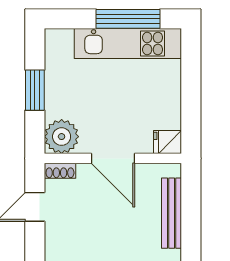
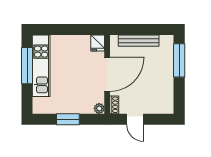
plant: (62, 137) -> (99, 108), width x0.53, depth x0.53
door: (113, 158) -> (107, 74), width x1.36

